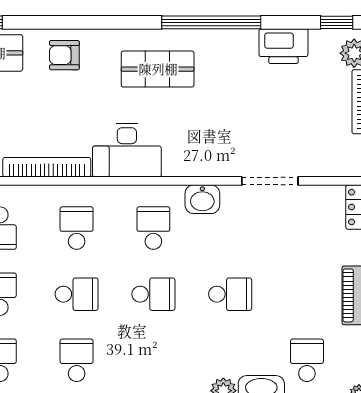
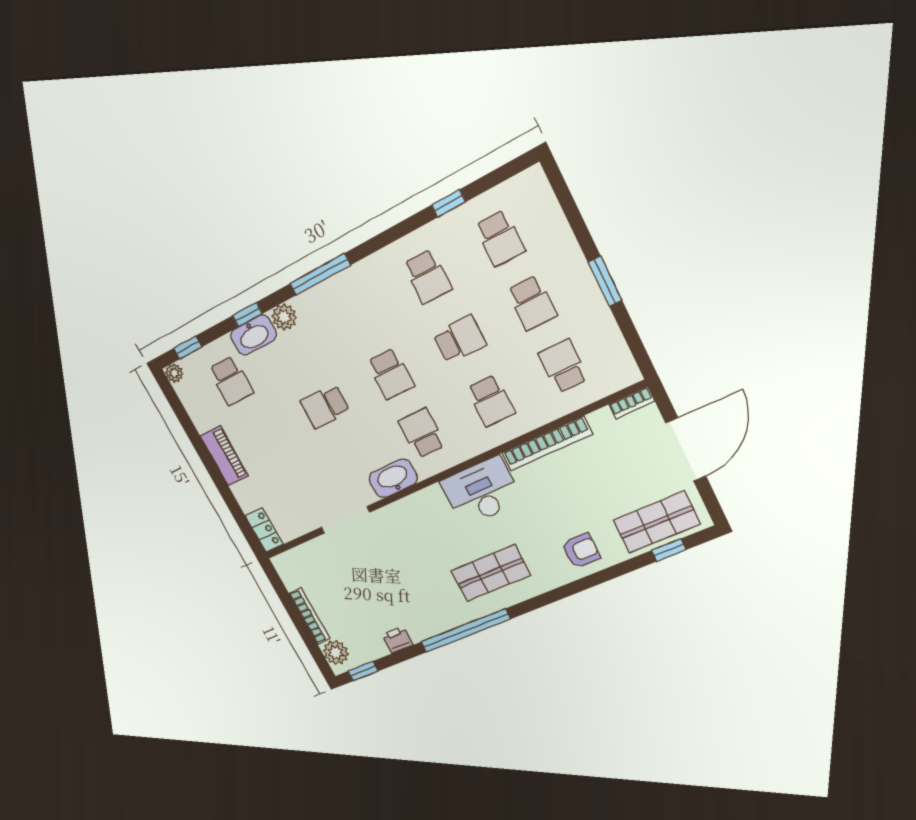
printer: (283, 46) -> (397, 640), width x0.53, depth x0.68
washbasin: (202, 199) -> (393, 478), width x1.38
school desk: (153, 228) -> (422, 433), turned 180
school desk: (77, 294) -> (459, 339), turned 180
school desk: (153, 294) -> (391, 374), turned -90

